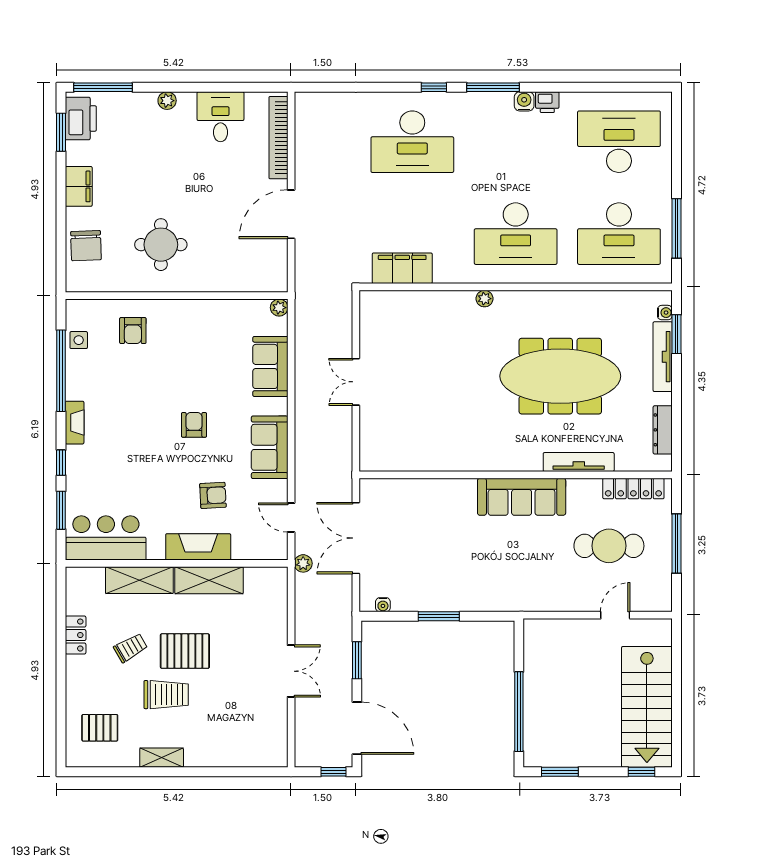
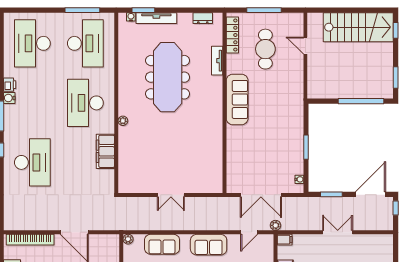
desk: (516, 234) -> (85, 103), turned 180
filing cabinet: (402, 268) -> (105, 151), moved
dresser: (663, 430) -> (203, 18), width x0.70
tv unit: (579, 462) -> (217, 61), width x0.71
filing cabinet: (278, 579) -> (285, 240), added

